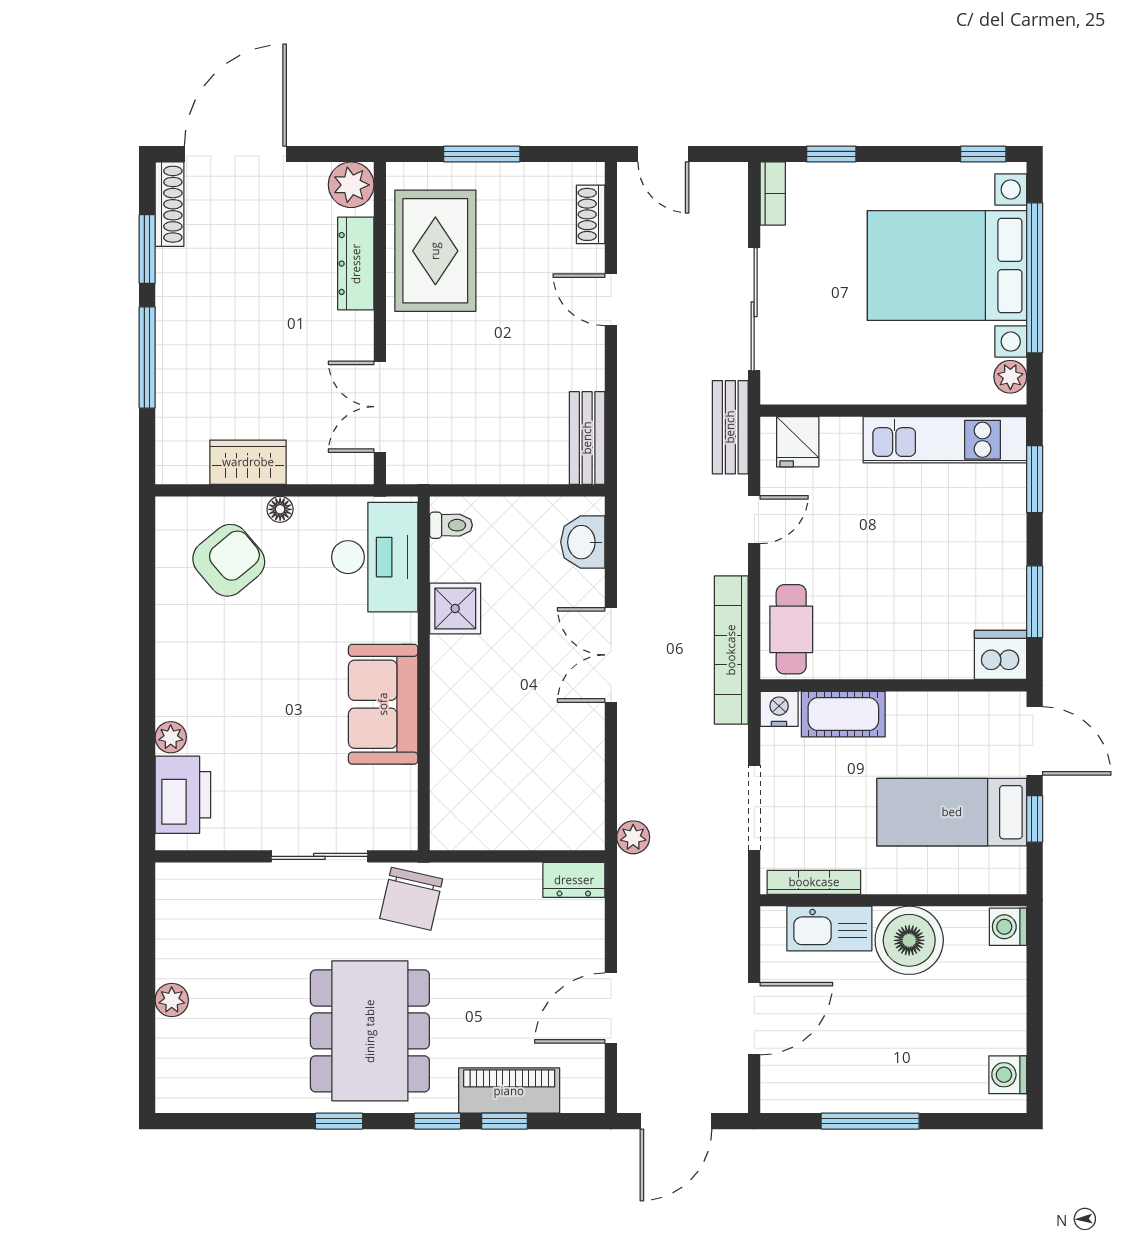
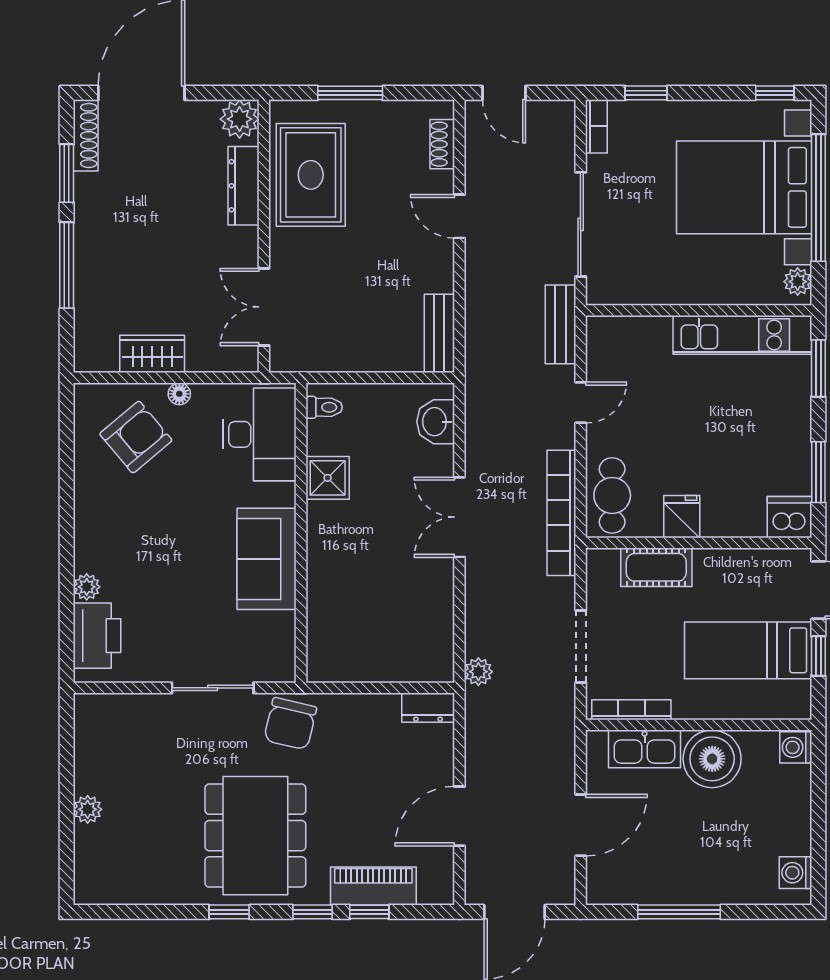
fridge: (798, 442) -> (682, 517), moved, turned 180
nightstand: (779, 709) -> (602, 563), removed

